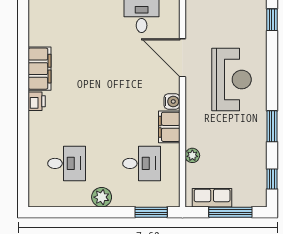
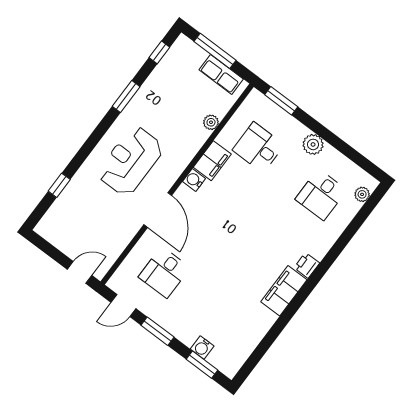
desk: (67, 163) -> (321, 195), turned -90
plant: (35, 187) -> (362, 194), added

